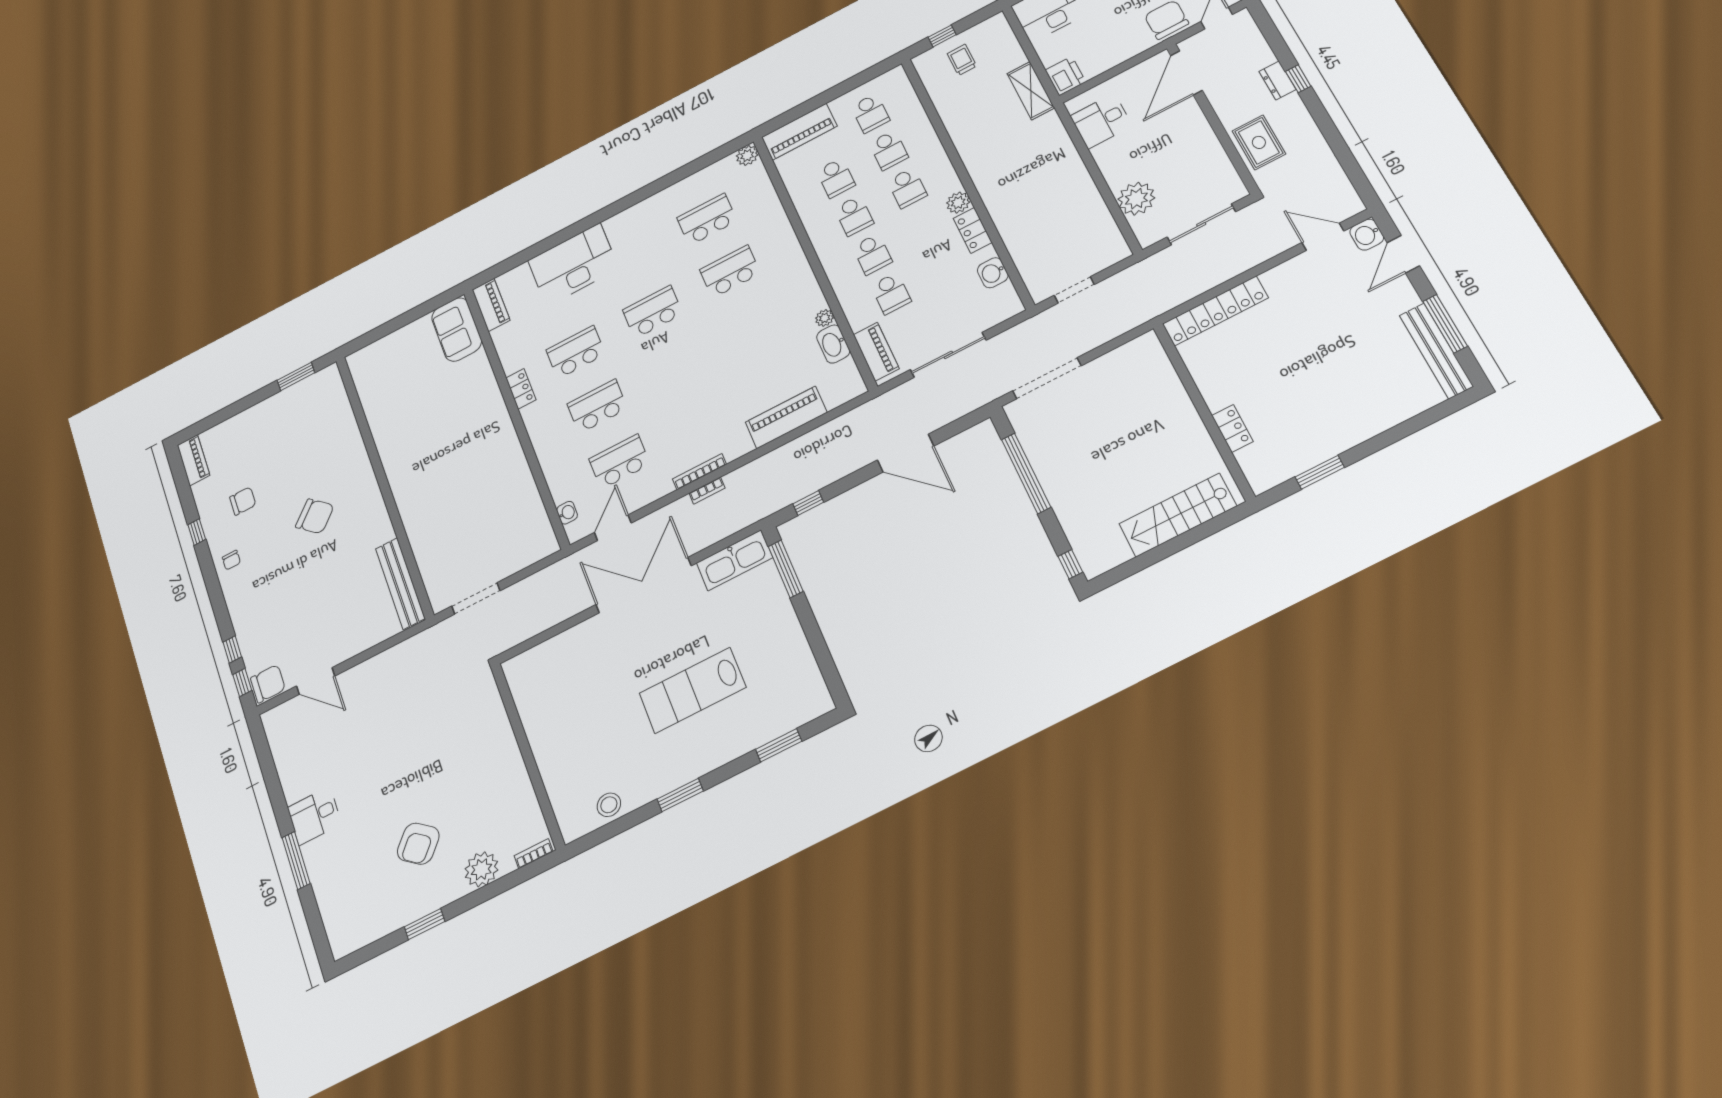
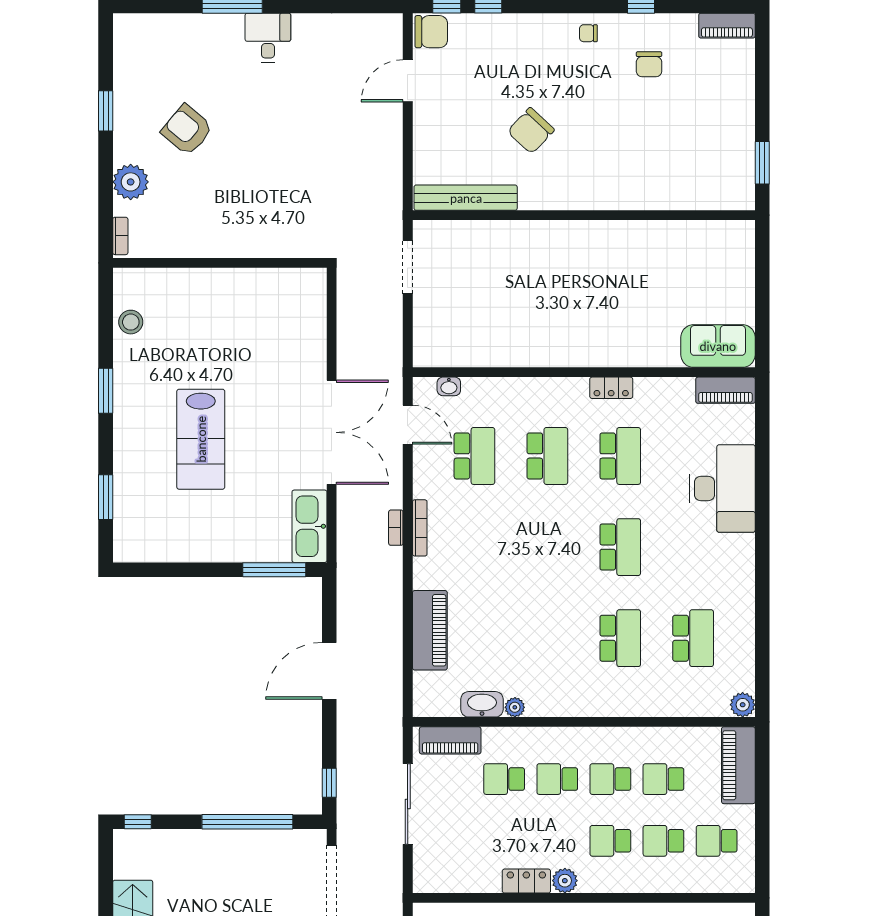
washbasin: (993, 273) -> (470, 880), removed
door: (906, 453) -> (329, 671), moved
window: (808, 503) -> (329, 783), moved
chair: (315, 516) -> (531, 131), moved
chair: (268, 684) -> (431, 32), turned -90
lab bench: (693, 690) -> (201, 439), turned 180

